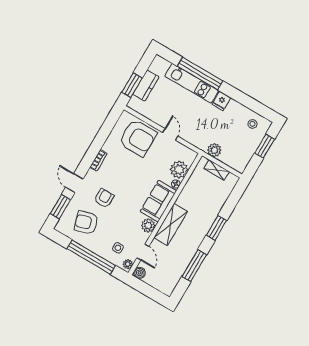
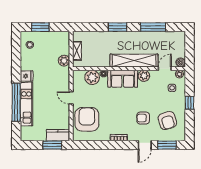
kitchen counter: (146, 86) -> (58, 135), moved
door: (170, 134) -> (71, 98), hinge flipped
shelving: (171, 225) -> (134, 61), width x1.47
window: (91, 257) -> (190, 103), width x0.32

